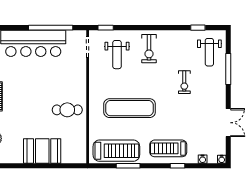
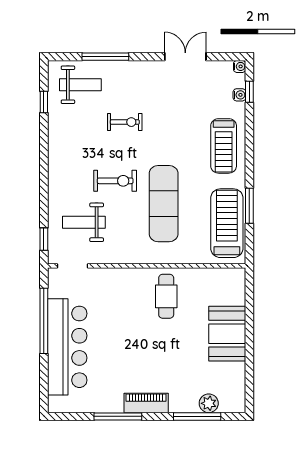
exercise bike: (149, 49) -> (115, 181), moved
weight bench: (117, 55) -> (84, 222), turned 180
window: (178, 166) -> (249, 92), moved

